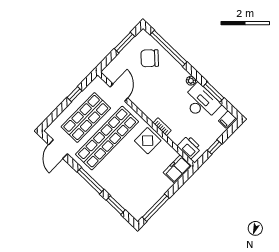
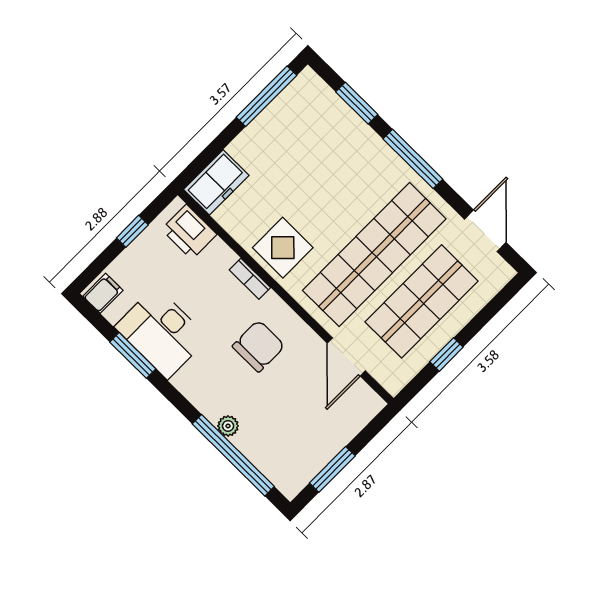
chair: (150, 58) -> (259, 346), moved, turned -44
plant: (191, 81) -> (228, 426), moved

